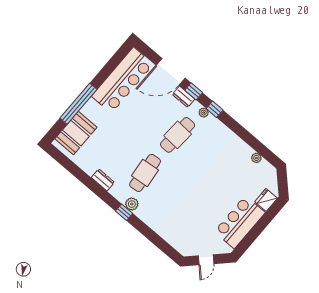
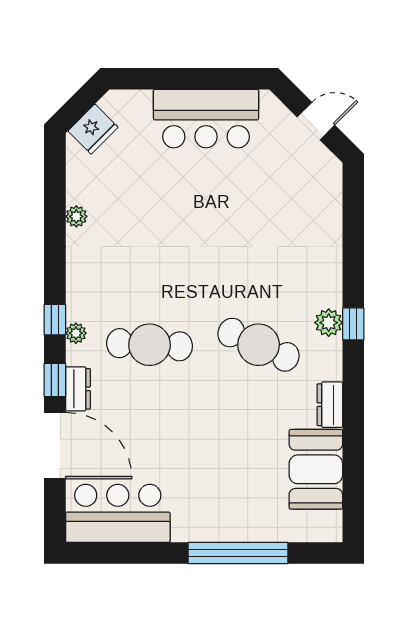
bar counter: (122, 80) -> (118, 513), width x0.73
booth: (76, 133) -> (316, 469), moved, turned 90
plant: (256, 158) -> (76, 216), moved
cafe table: (145, 173) -> (259, 345), turned 30
fridge: (266, 200) -> (93, 129), moved, turned -45

